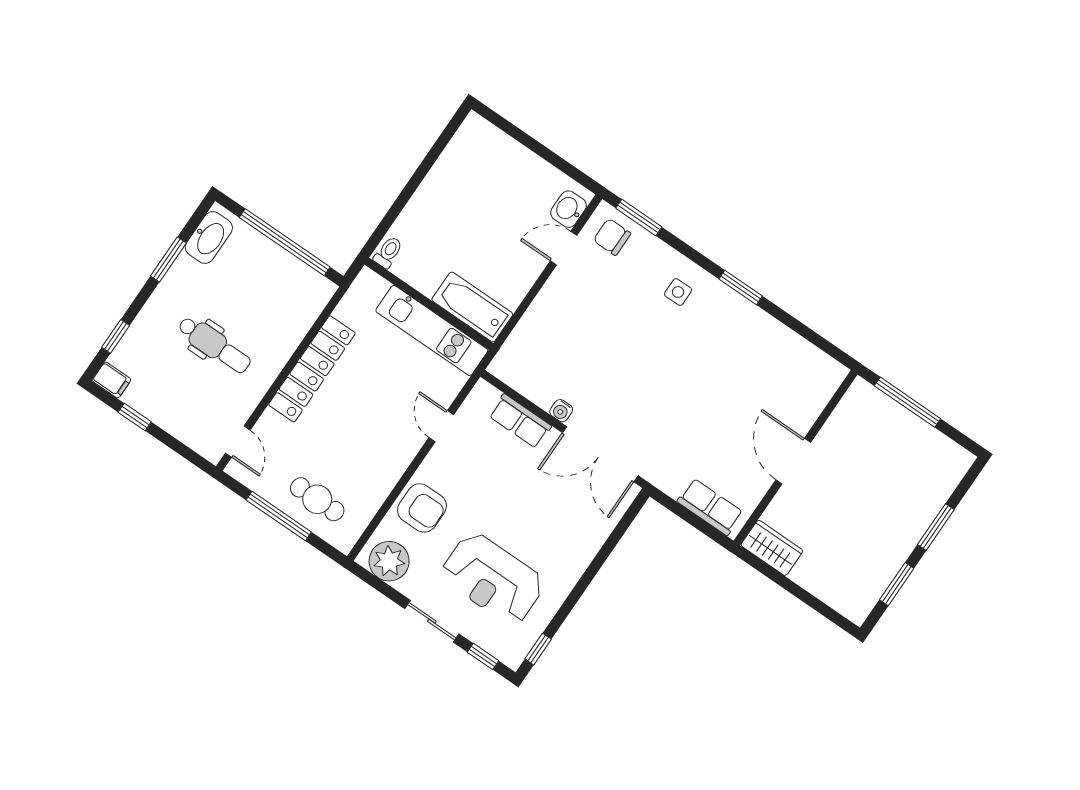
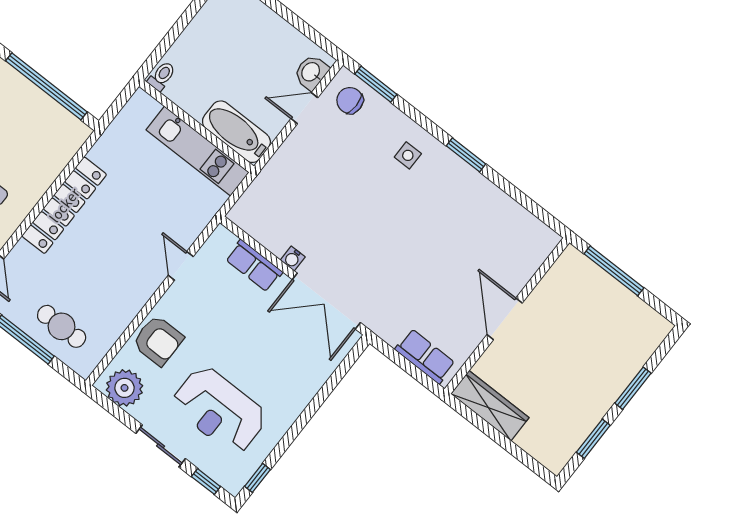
toilet: (388, 252) -> (162, 76), moved
wall: (429, 304) -> (196, 126), moved
bathtub: (472, 307) -> (236, 132), moved
kitchen unit: (432, 330) -> (198, 151), moved
wardrobe: (772, 548) -> (490, 406), width x1.50

